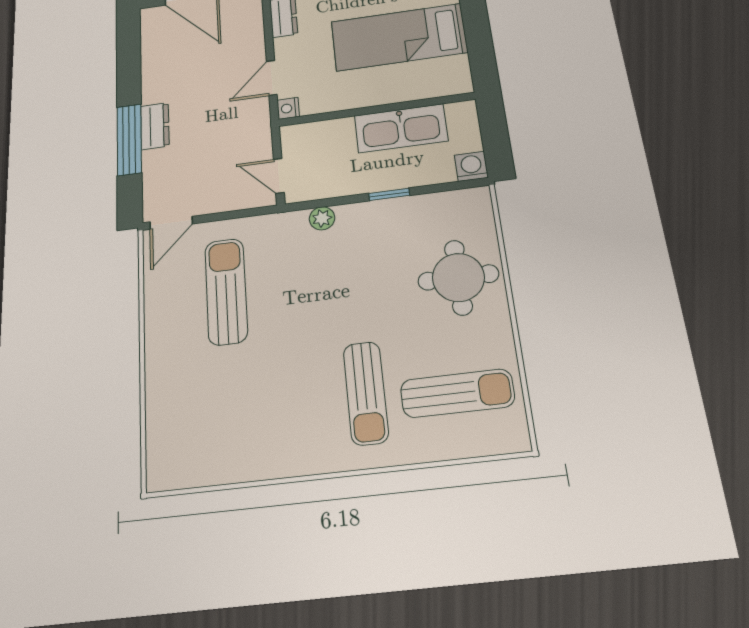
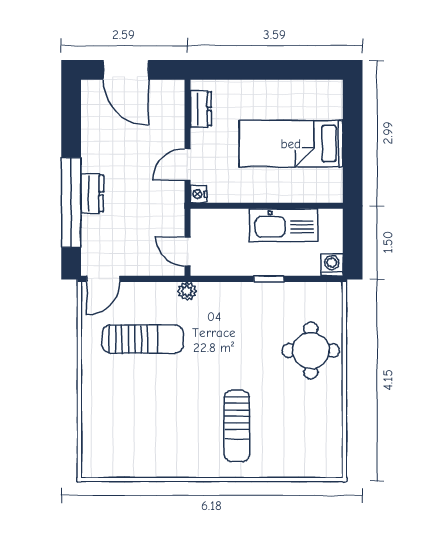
window: (129, 140) -> (71, 202), width x1.46
plant: (322, 218) -> (187, 291), moved
sun lounger: (226, 291) -> (143, 339), turned 90
sun lounger: (457, 393) -> (299, 434), removed

